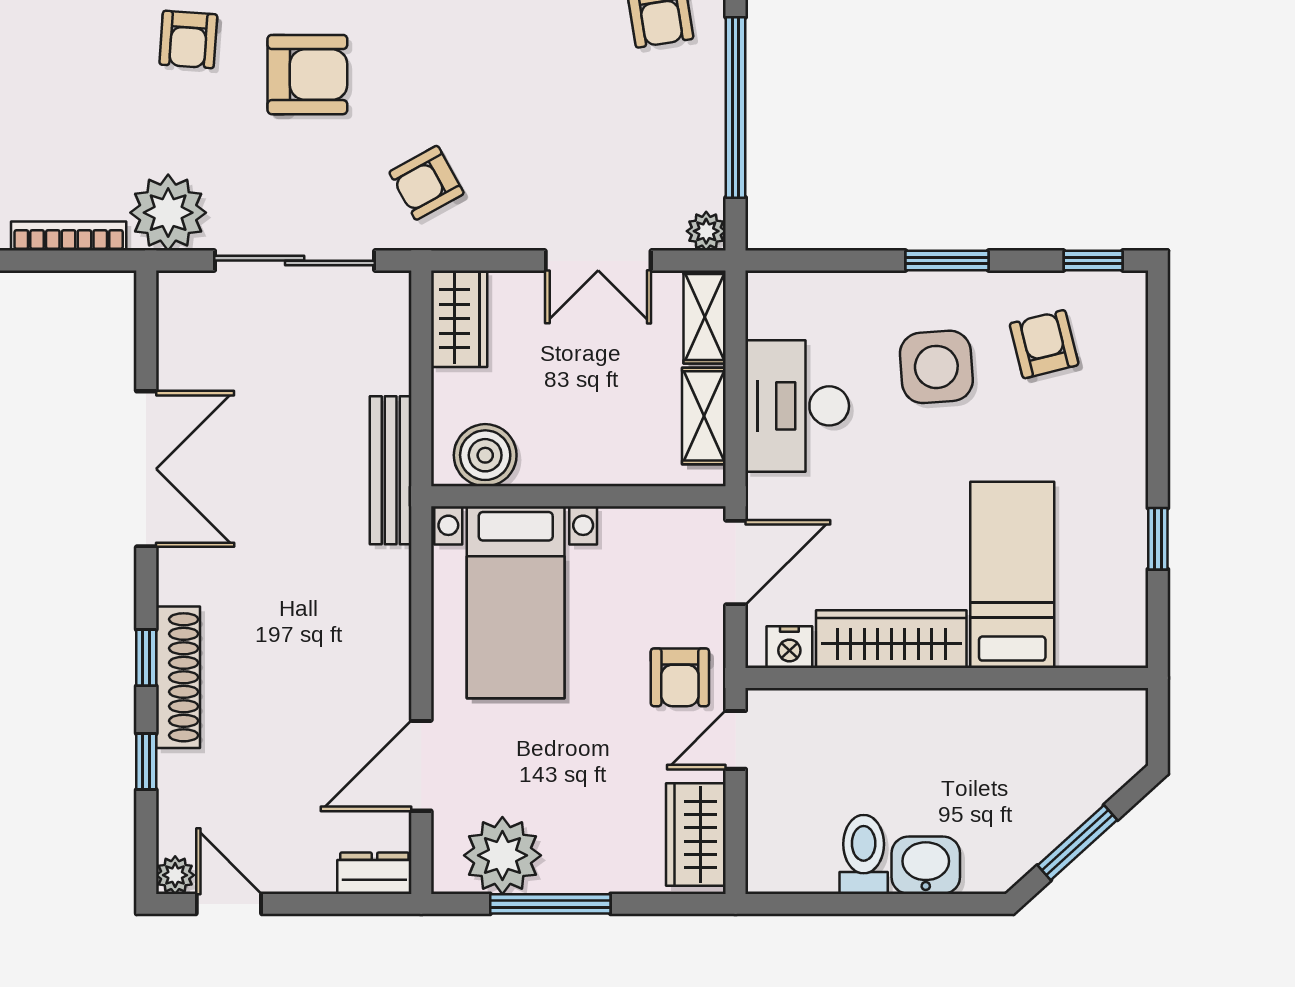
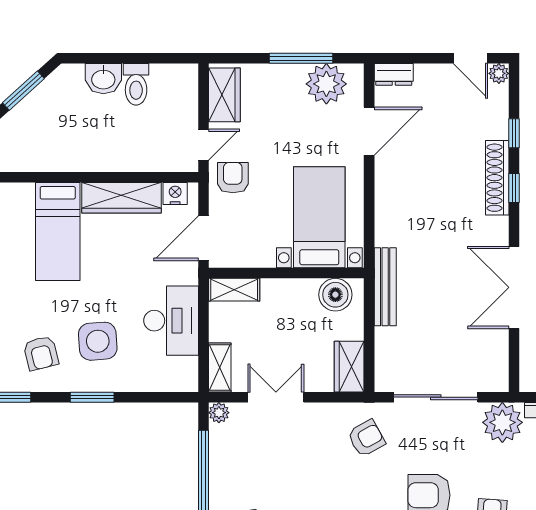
shelving: (704, 416) -> (234, 290), moved, turned 90

